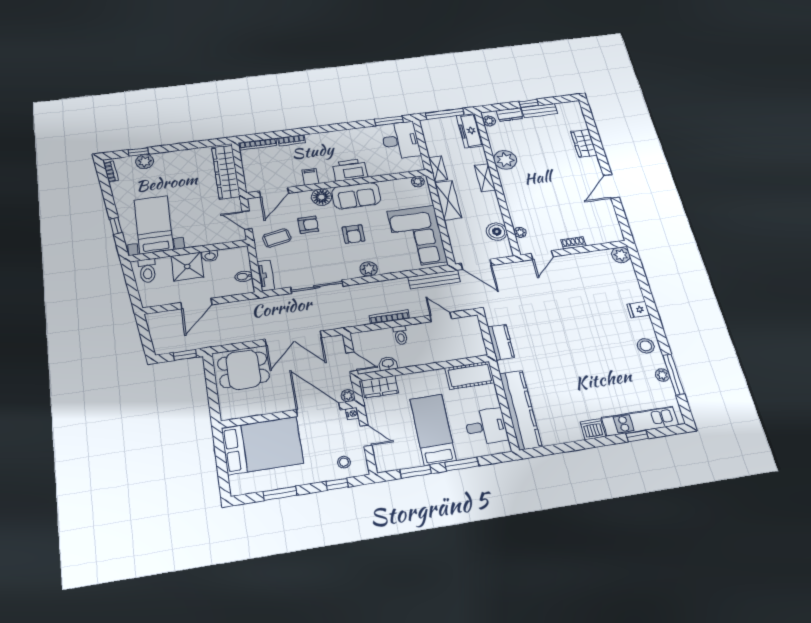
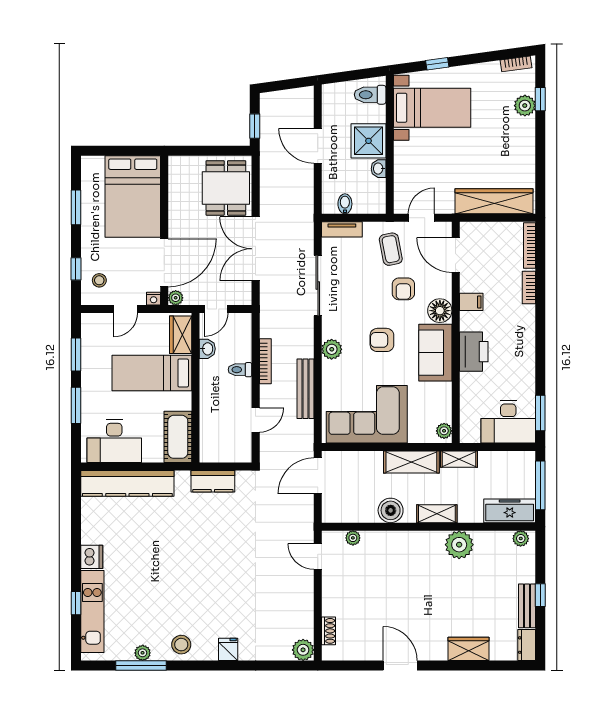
dresser: (510, 115) -> (527, 645), moved
boiler: (497, 232) -> (391, 510), moved
shoe rack: (573, 243) -> (328, 631), moved
bench: (434, 279) -> (306, 389), moved
desk: (486, 427) -> (114, 441), width x1.37
bed: (433, 429) -> (152, 373), moved, turned 180

